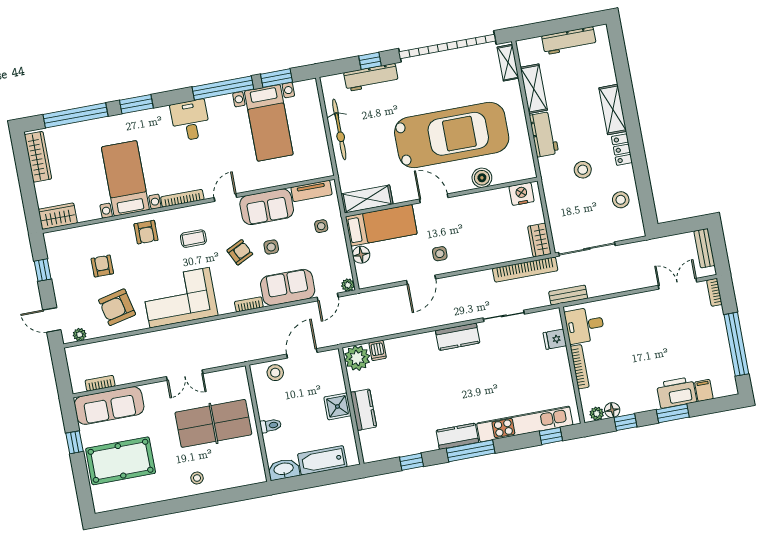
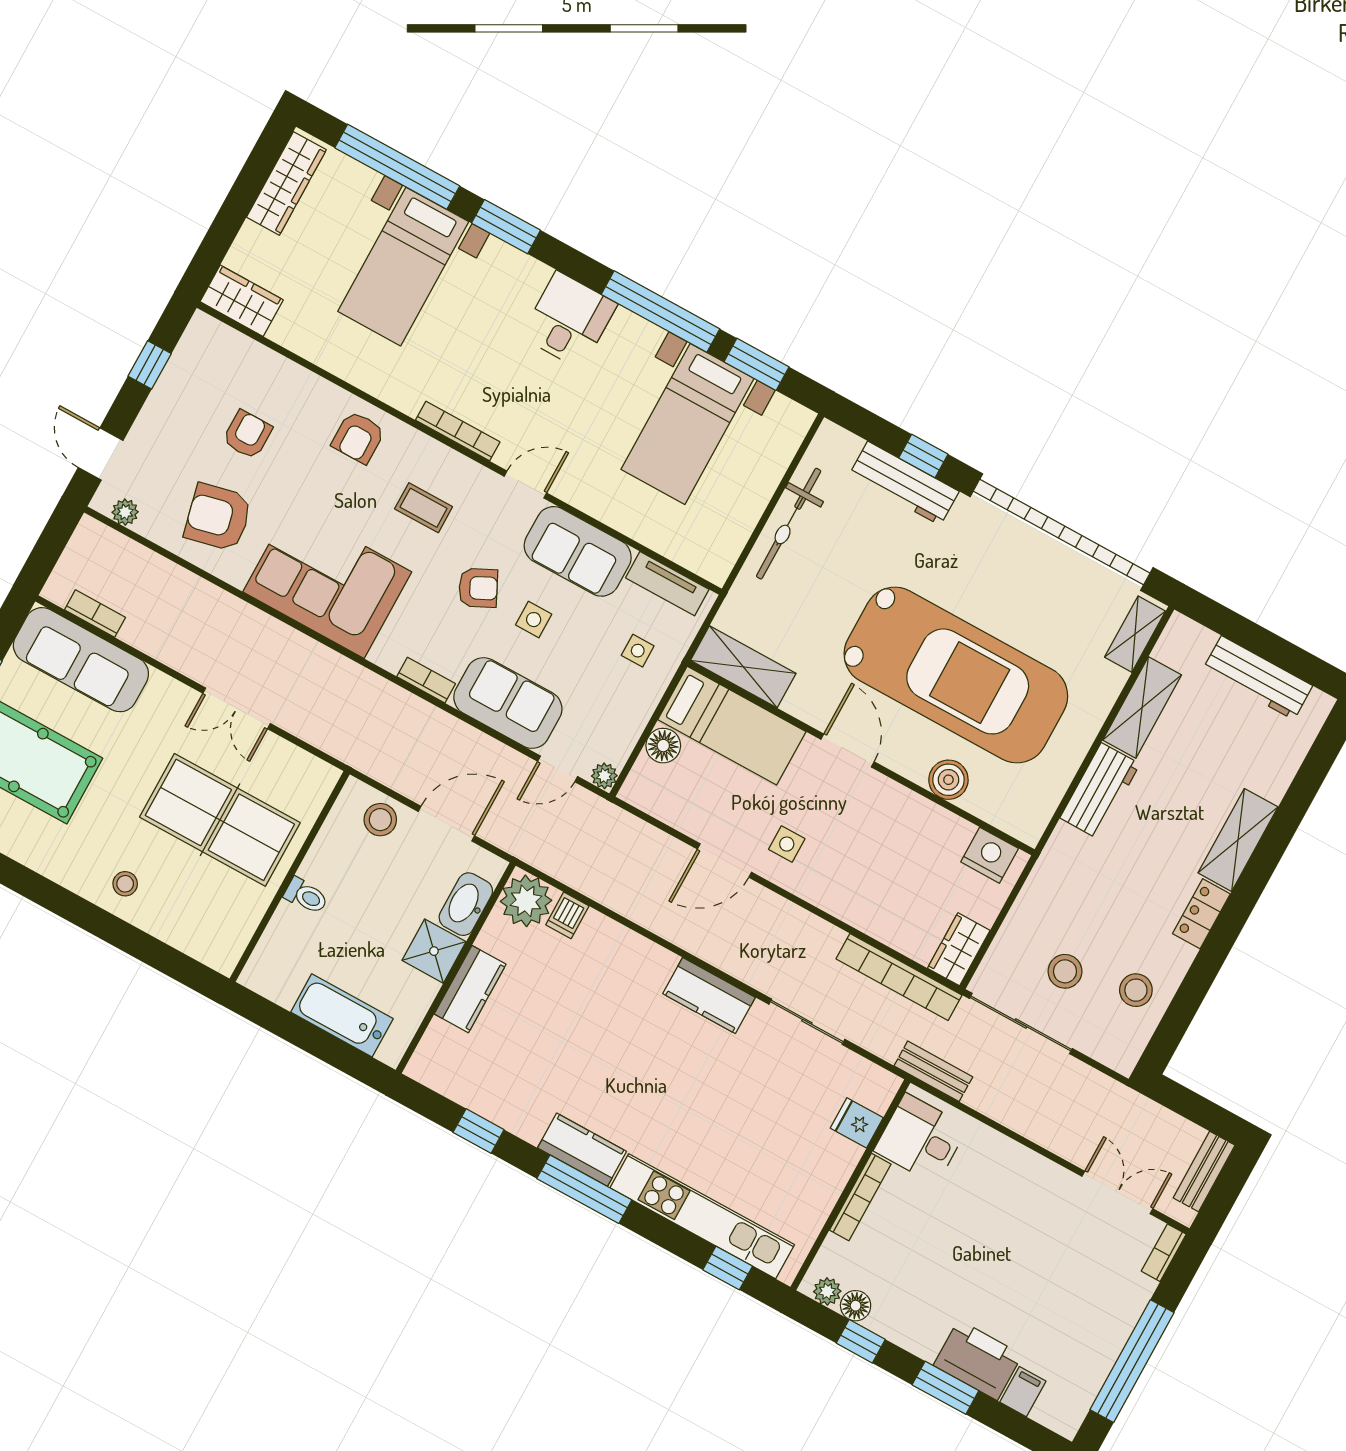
stool: (583, 170) -> (1065, 971), moved
bed with nightstands: (125, 178) -> (403, 267), moved, turned 180
washbasin: (284, 469) -> (466, 904), moved, turned -90

